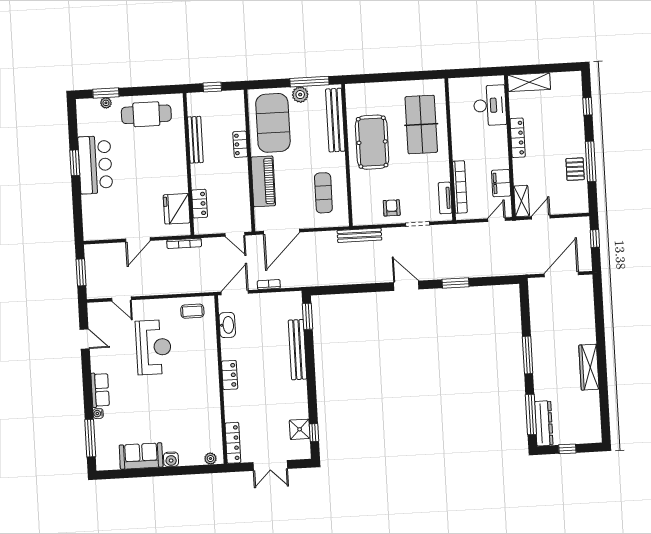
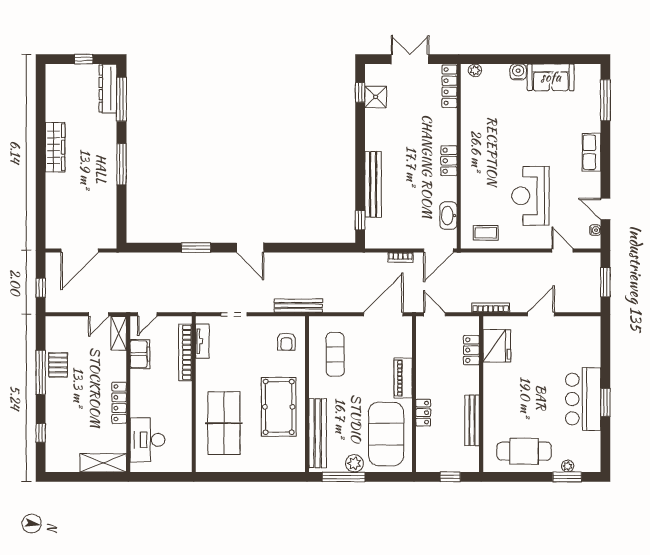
piano: (263, 181) -> (403, 378), width x0.73, depth x0.75
armchair: (392, 208) -> (286, 342), moved
window: (307, 316) -> (360, 220), width x0.67
water cooler: (98, 414) -> (595, 230), moved

